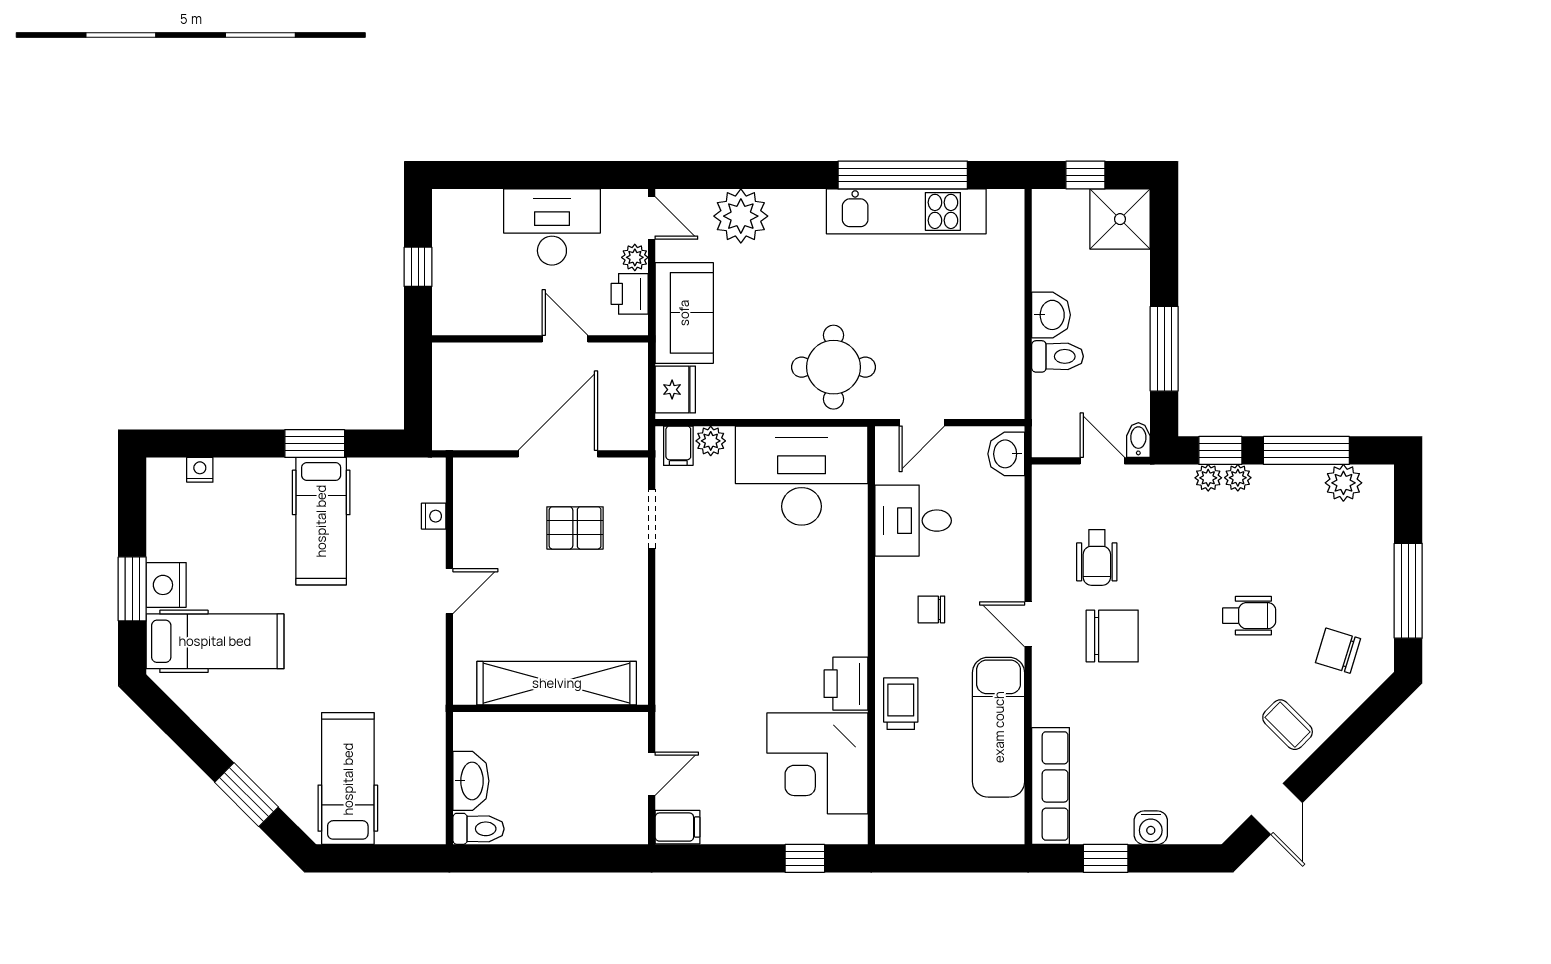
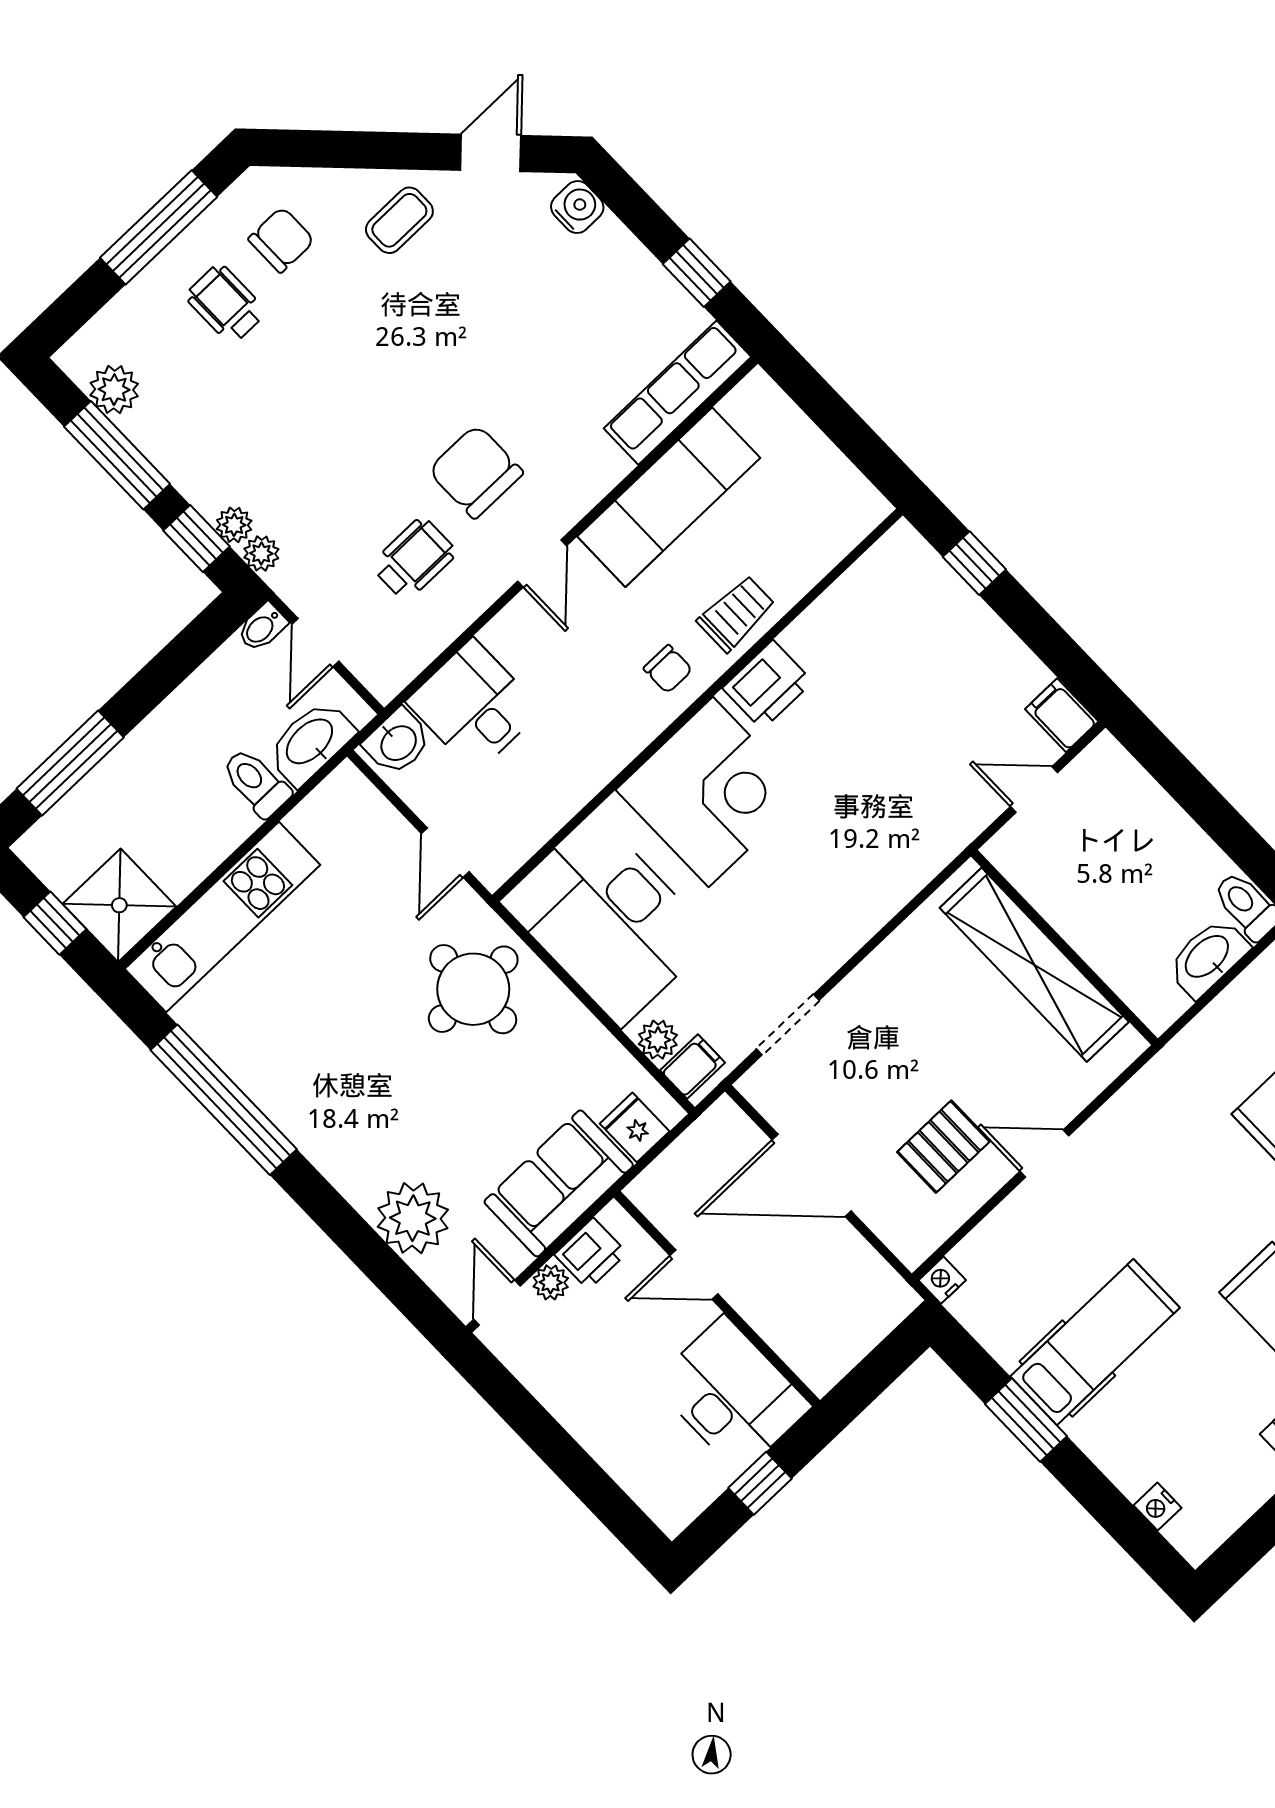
kitchen unit: (906, 211) -> (222, 917), moved, turned 90
shower: (1120, 219) -> (119, 905), moved
desk: (552, 227) -> (732, 1395), moved, turned 180
washbasin: (1051, 315) -> (311, 742), moved, width x1.38
door: (565, 339) -> (694, 1275), hinge flipped
window: (1164, 349) -> (70, 763), moved
fridge: (675, 390) -> (635, 1127), width x0.72
door: (922, 423) -> (445, 853), swing flipped
plant: (1238, 478) -> (261, 553), moved
nightstand: (434, 516) -> (942, 1280), moved
desk: (913, 521) -> (474, 706), moved, turned 180
pallet: (575, 528) -> (944, 1147), moved, turned 90
chair: (931, 609) -> (668, 669), moved
wheelchair: (1249, 616) -> (226, 304), moved
chair: (1338, 651) -> (281, 240), turned -107
trolley: (901, 704) -> (736, 613), turned 180
coffee table: (1288, 725) -> (399, 220), turned 45
corner desk: (817, 763) -> (711, 792), moved
water cooler: (1151, 828) -> (577, 207), moved

